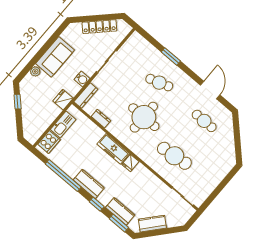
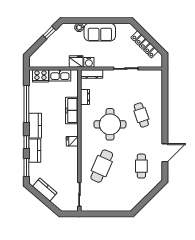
window: (171, 56) -> (165, 108), removed
water cooler: (82, 79) -> (89, 62), moved
freezer: (113, 149) -> (72, 110), moved
cafe table: (174, 156) -> (102, 166), turned 30
kitchen counter: (120, 211) -> (35, 151), moved

